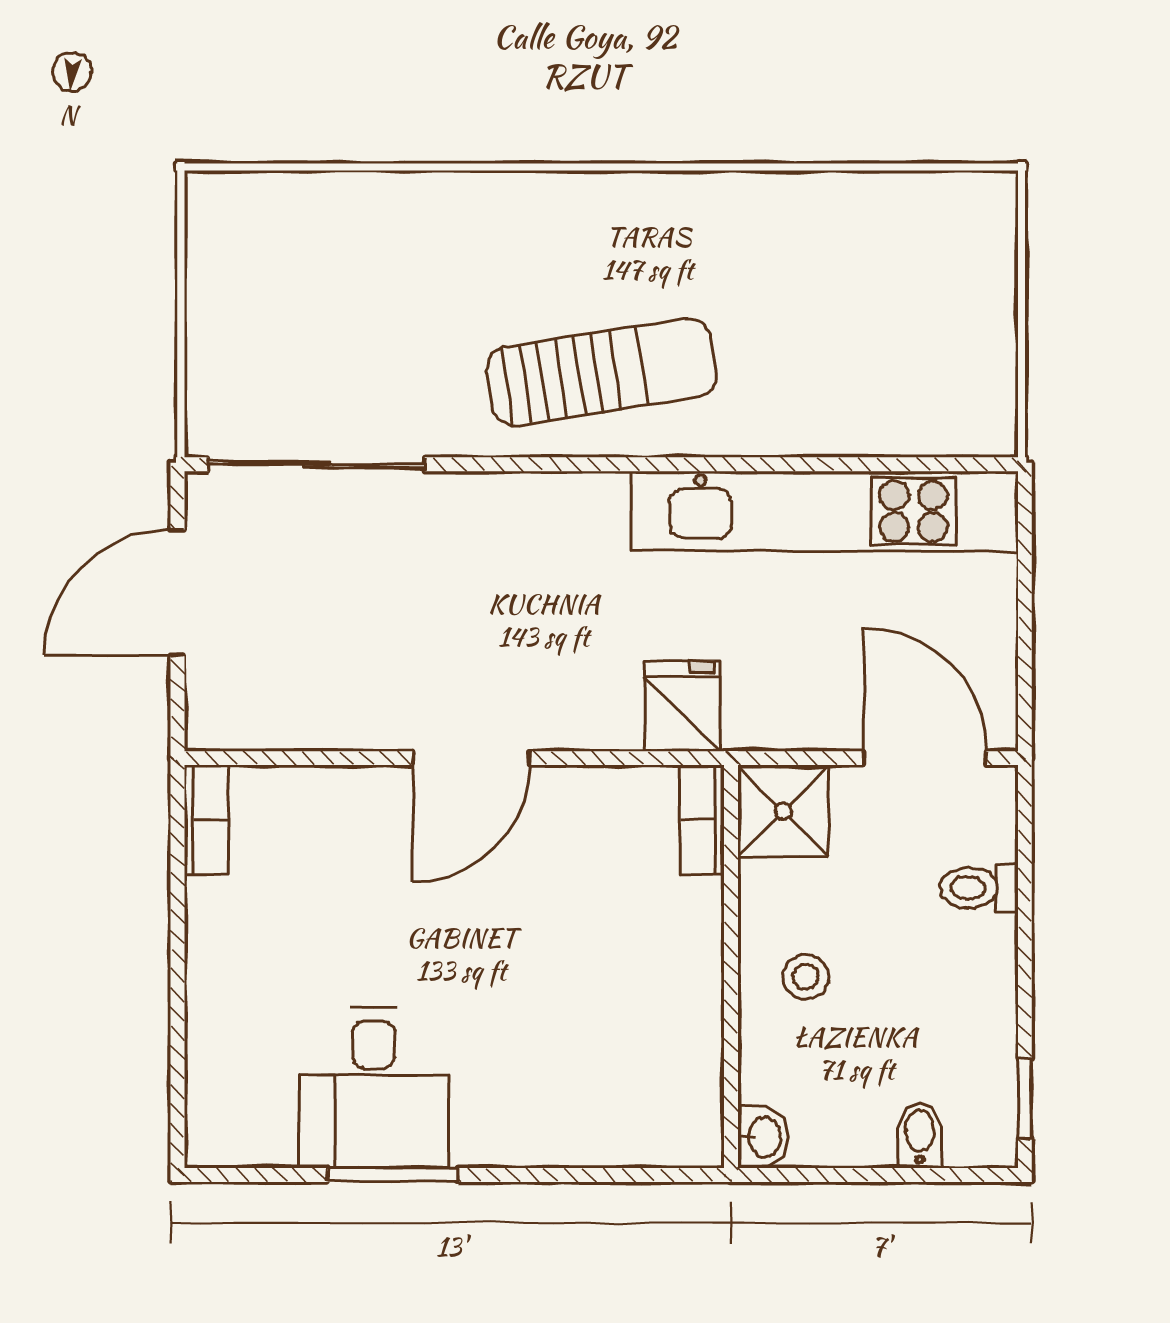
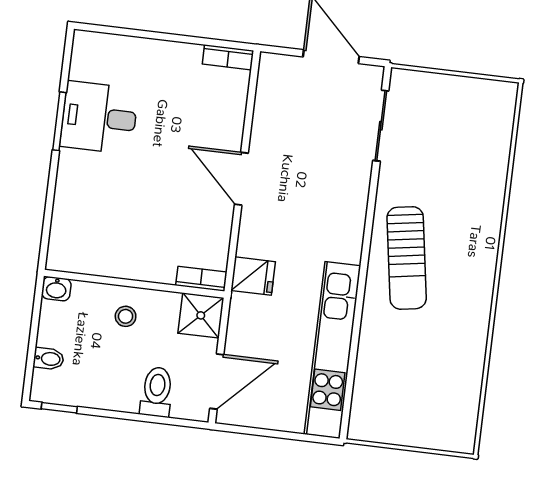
sliding door: (317, 464) -> (381, 126), width x0.73
toilet: (979, 888) -> (157, 392), width x1.37, depth x1.39

